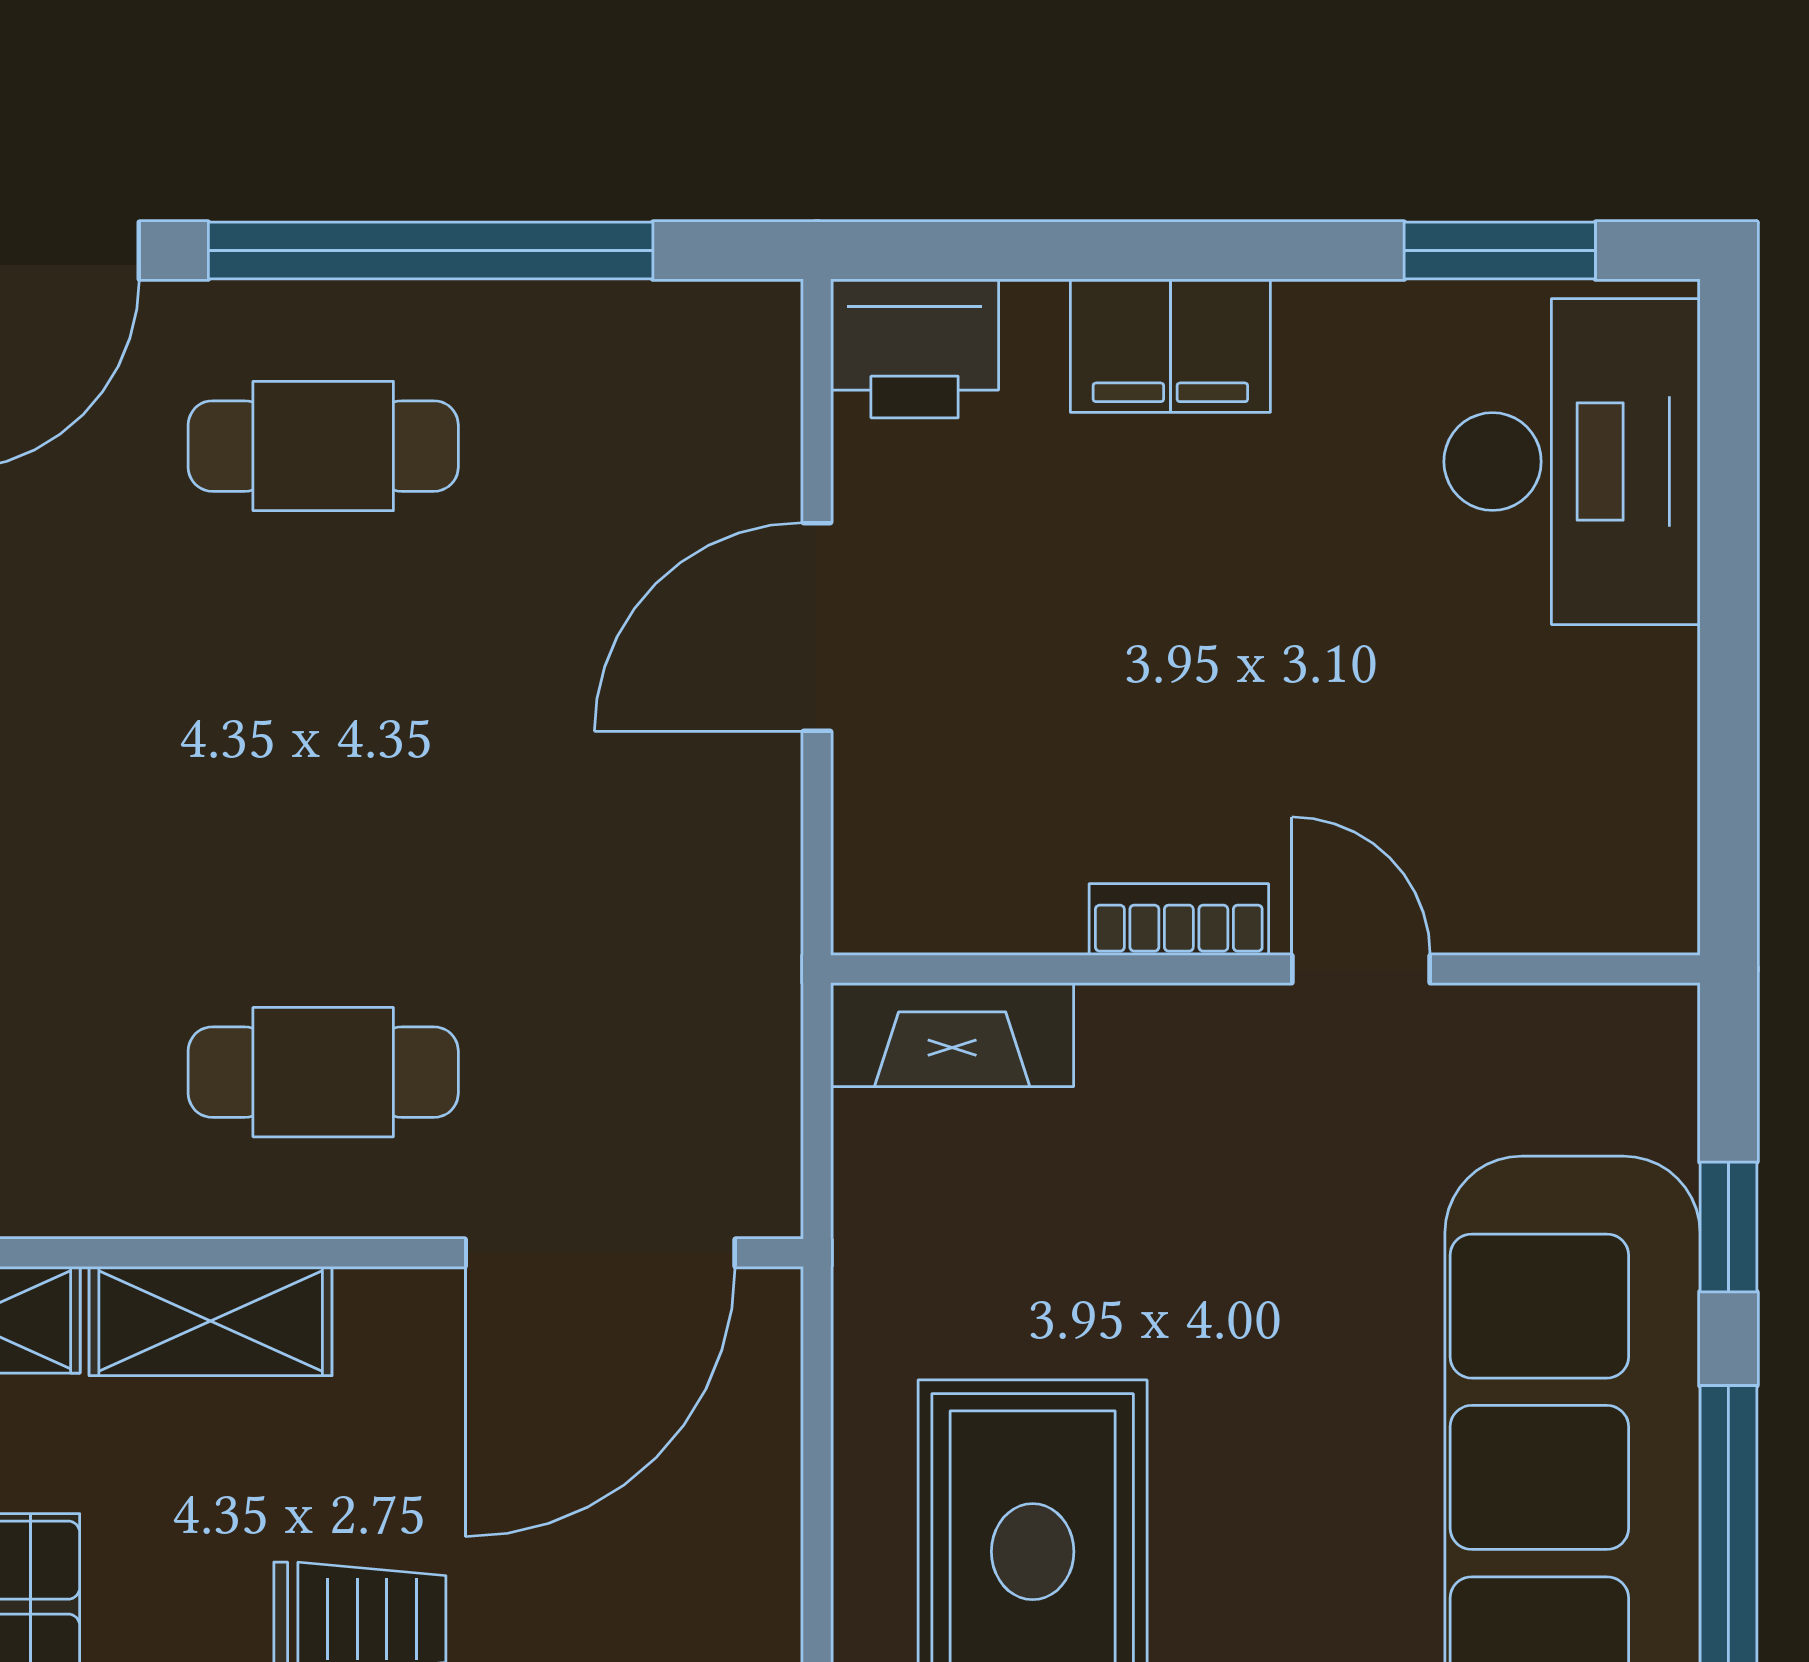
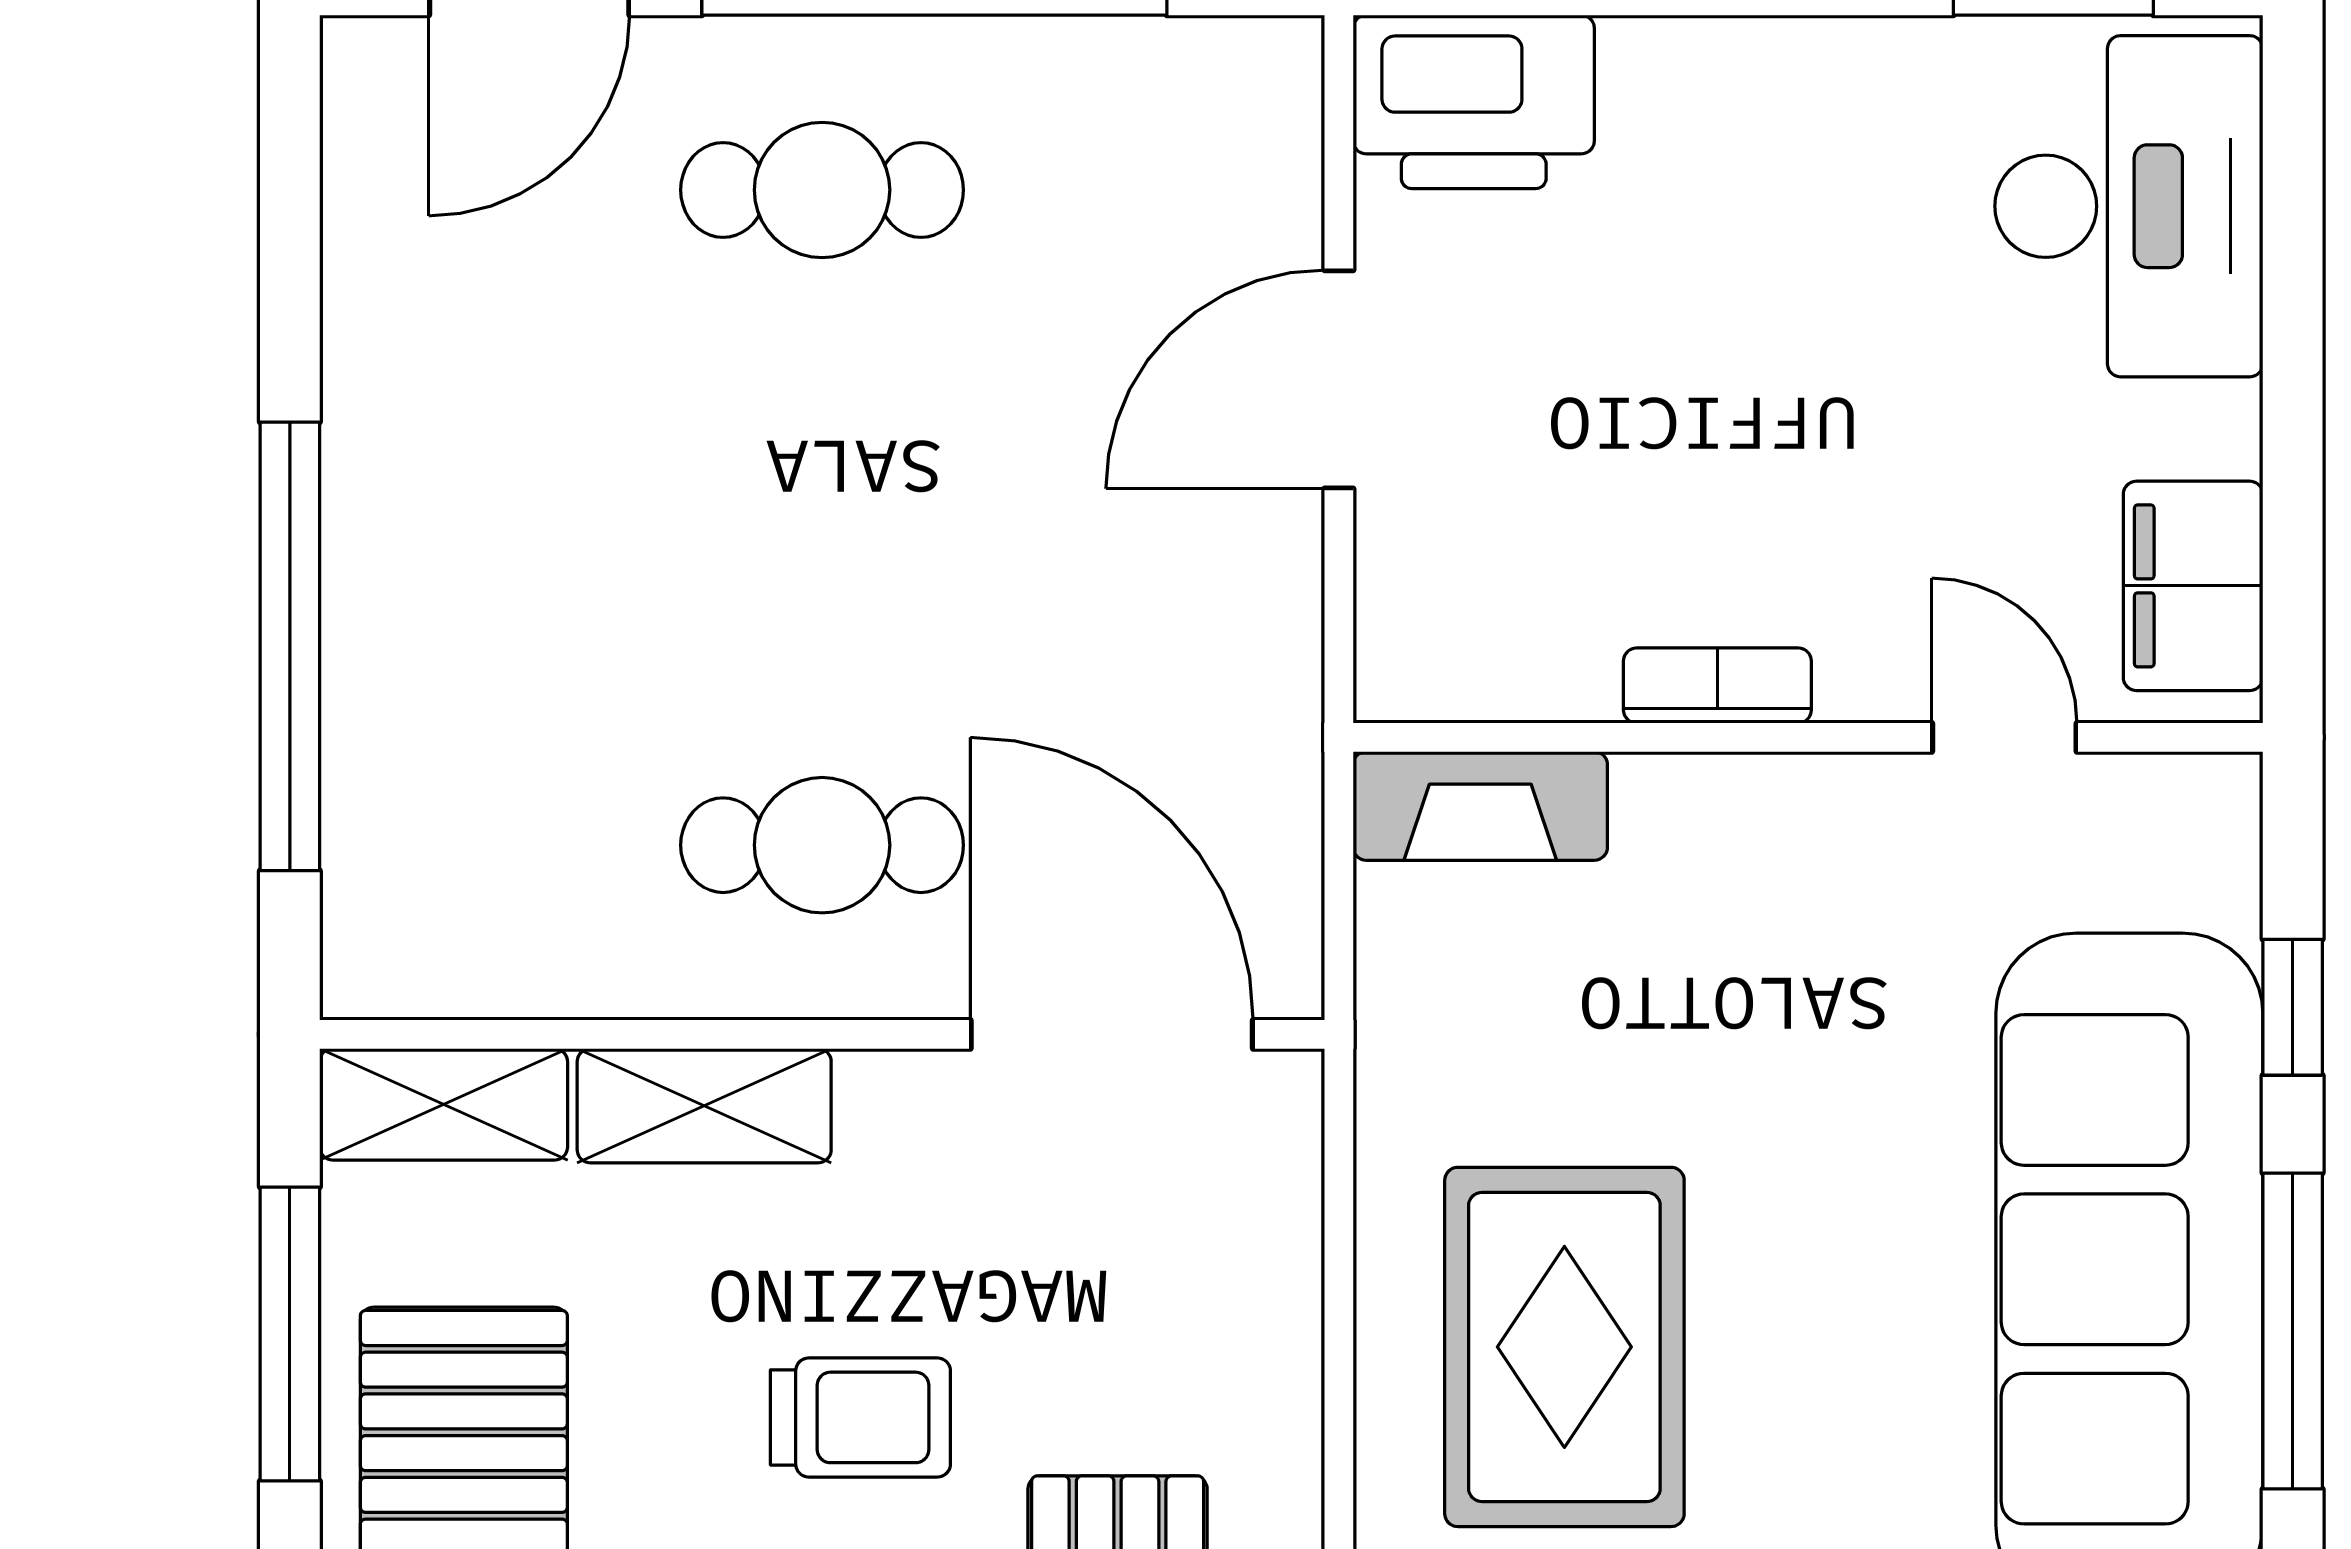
filing cabinet: (1170, 346) -> (2193, 586), moved, turned 90
printer: (915, 348) -> (1474, 102), width x1.37, depth x1.19
door: (1361, 969) -> (2004, 737), moved
door: (600, 1253) -> (1112, 1034), swing flipped

